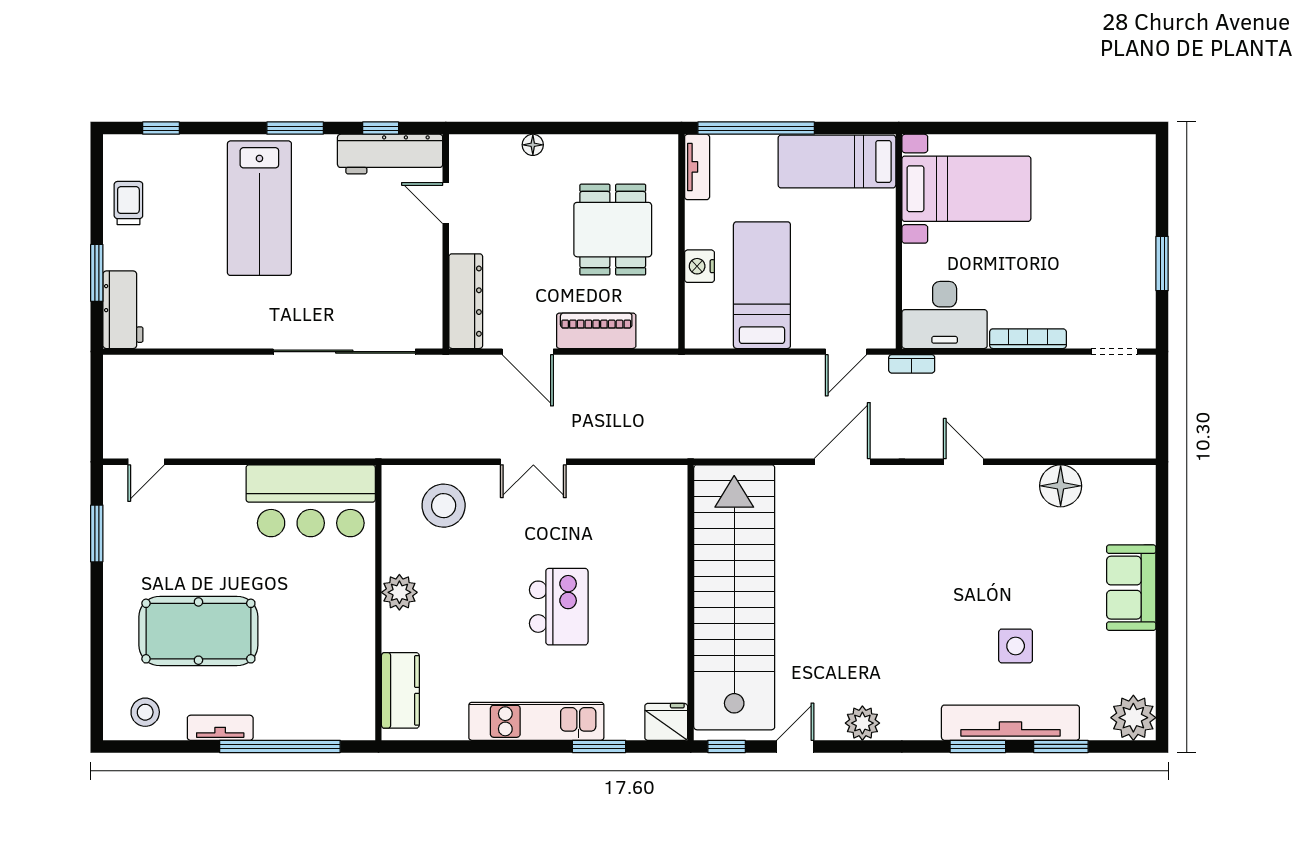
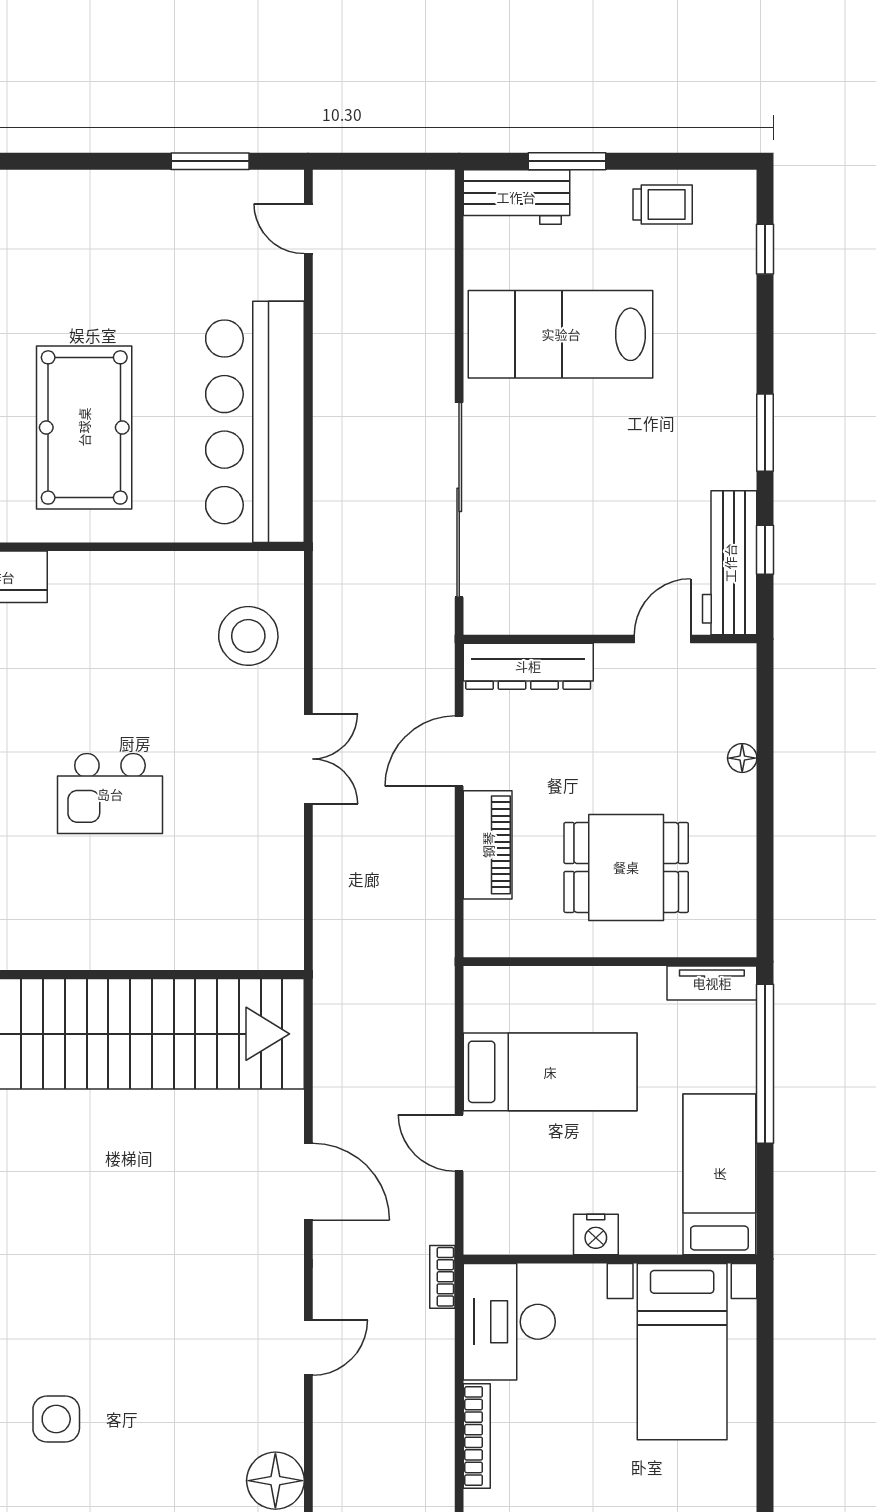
lab bench: (259, 208) -> (561, 334), moved
nightstand: (699, 266) -> (596, 1235), moved, turned 180
door: (846, 352) -> (459, 1143), moved
double door: (533, 462) -> (308, 759), swing flipped
bar counter: (311, 501) -> (255, 422), width x1.36
plant: (399, 592) -> (130, 575), removed
pool table: (198, 631) -> (84, 427), moved

